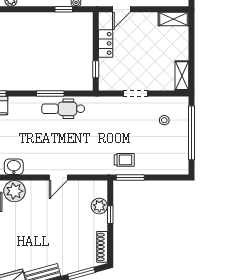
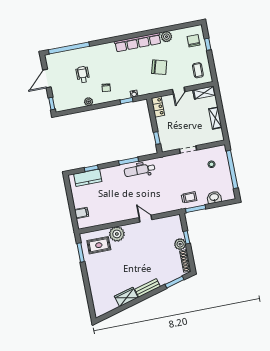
door: (121, 9) -> (179, 91), moved
locker: (106, 43) -> (158, 107), moved
shelving: (182, 76) -> (215, 118), moved
washbasin: (14, 167) -> (214, 197), moved
door: (58, 178) -> (146, 219), swing flipped
plant: (99, 206) -> (180, 244), moved

